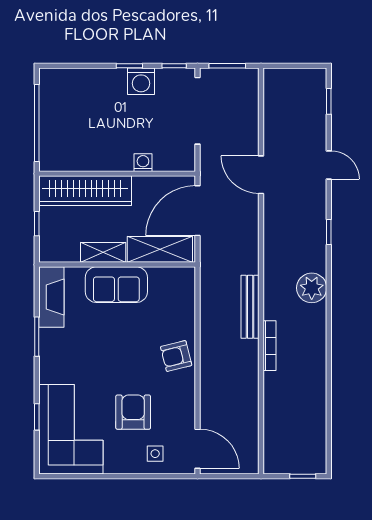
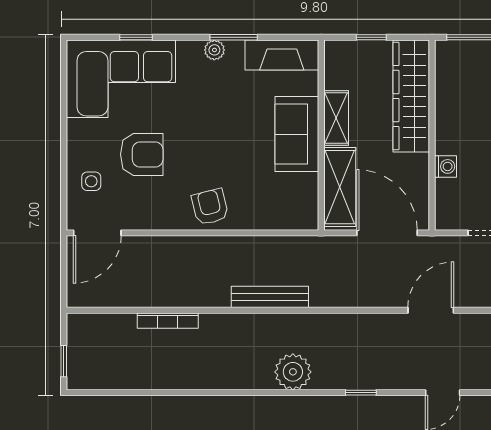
bookcase: (270, 346) -> (168, 321), moved
plant: (47, 352) -> (214, 50), added

